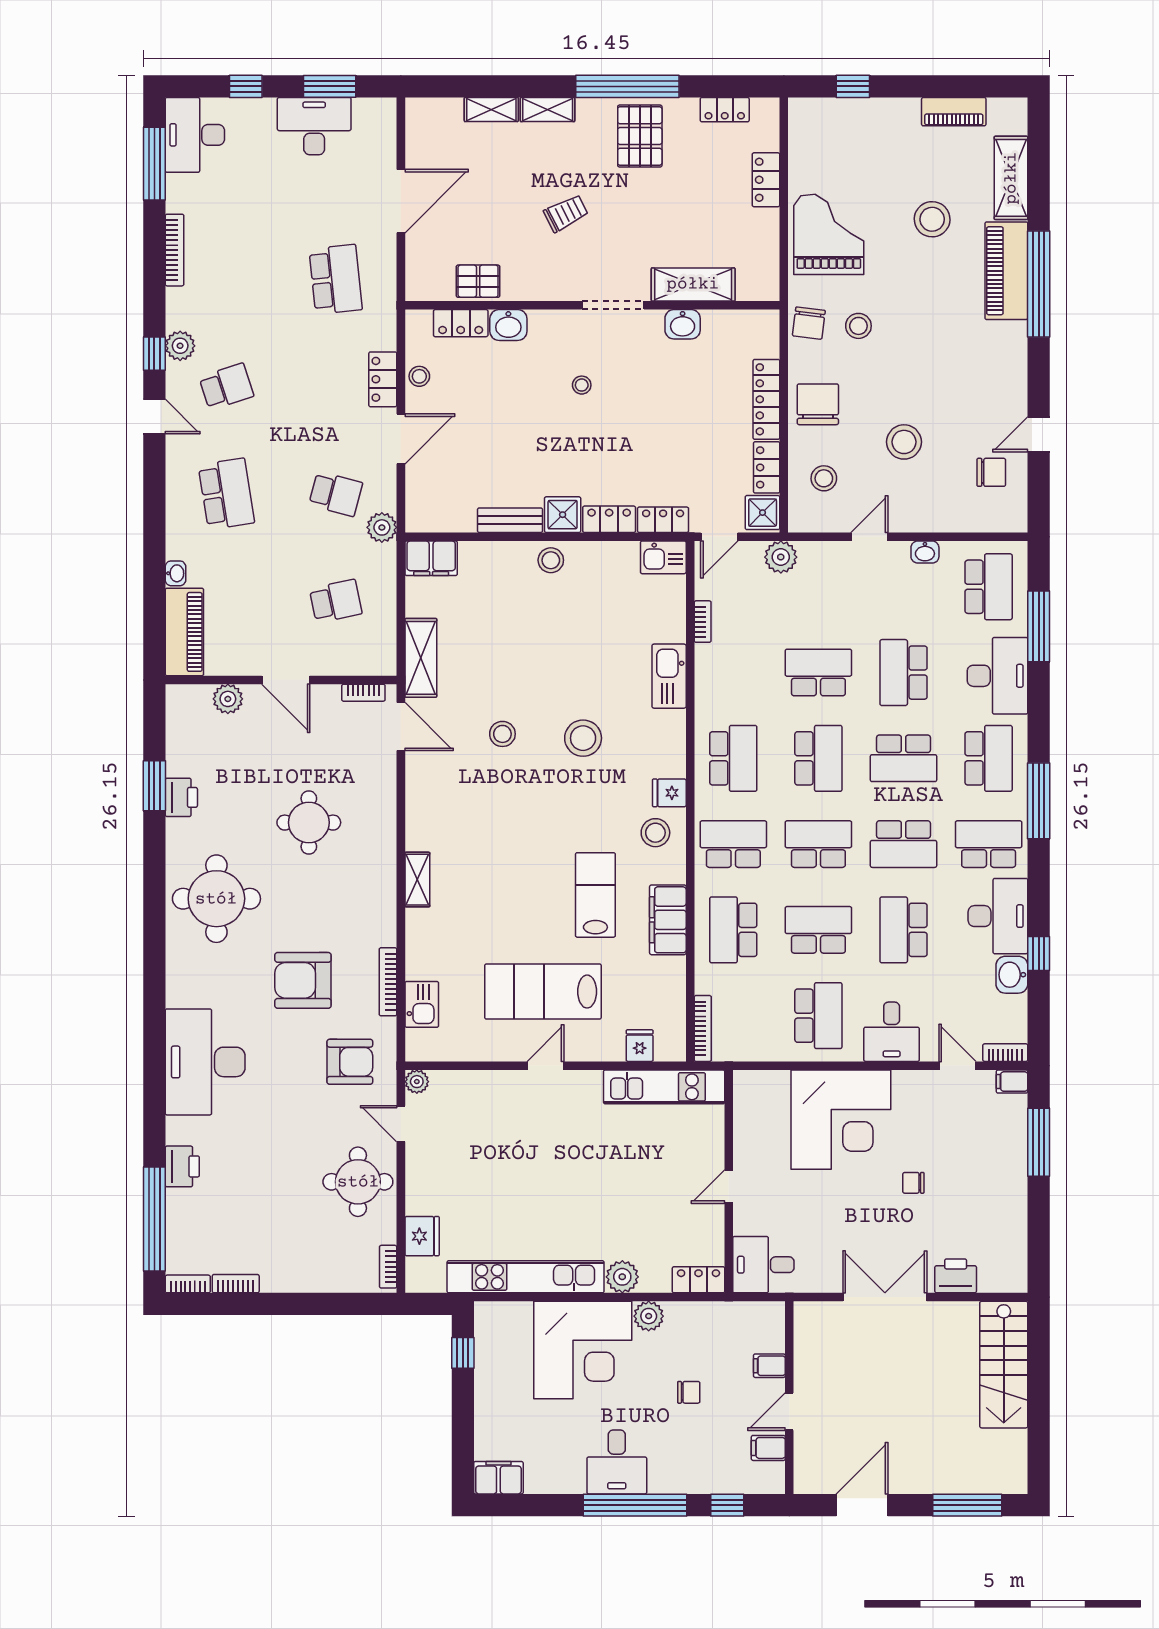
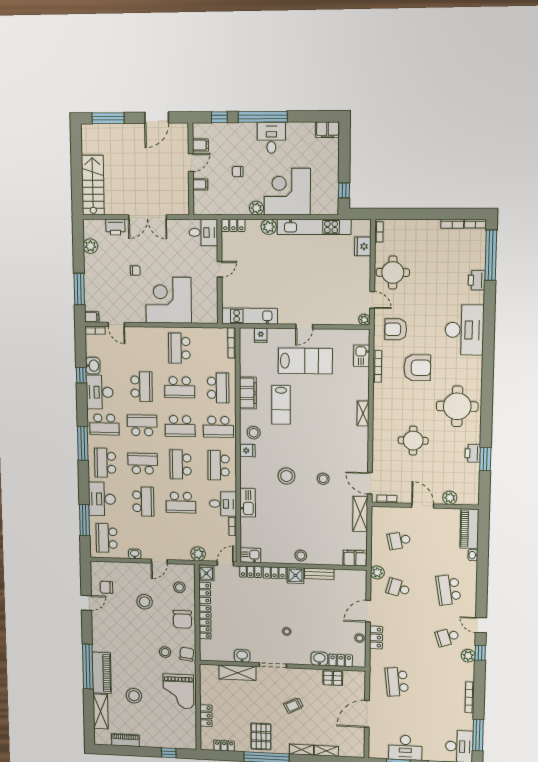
desk: (892, 1032) -> (223, 504), moved, turned 90
plant: (1012, 1235) -> (90, 246), added

